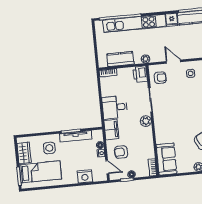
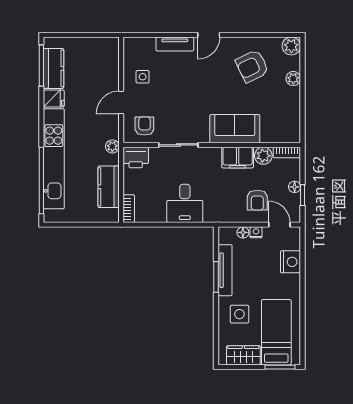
plant: (146, 121) -> (263, 156), moved
filing cabinet: (111, 130) -> (238, 158), moved, turned 180
sofa: (167, 159) -> (235, 129), moved
door: (107, 167) -> (279, 225), hinge flipped

